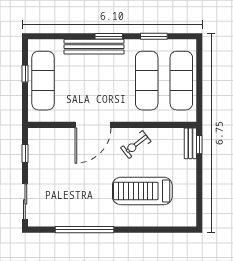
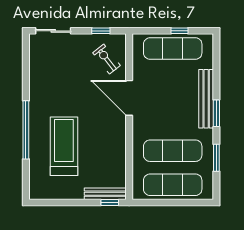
bench: (190, 143) -> (105, 194), width x1.36
exercise bike: (136, 145) -> (107, 59), moved
window: (84, 230) -> (26, 130), moved

